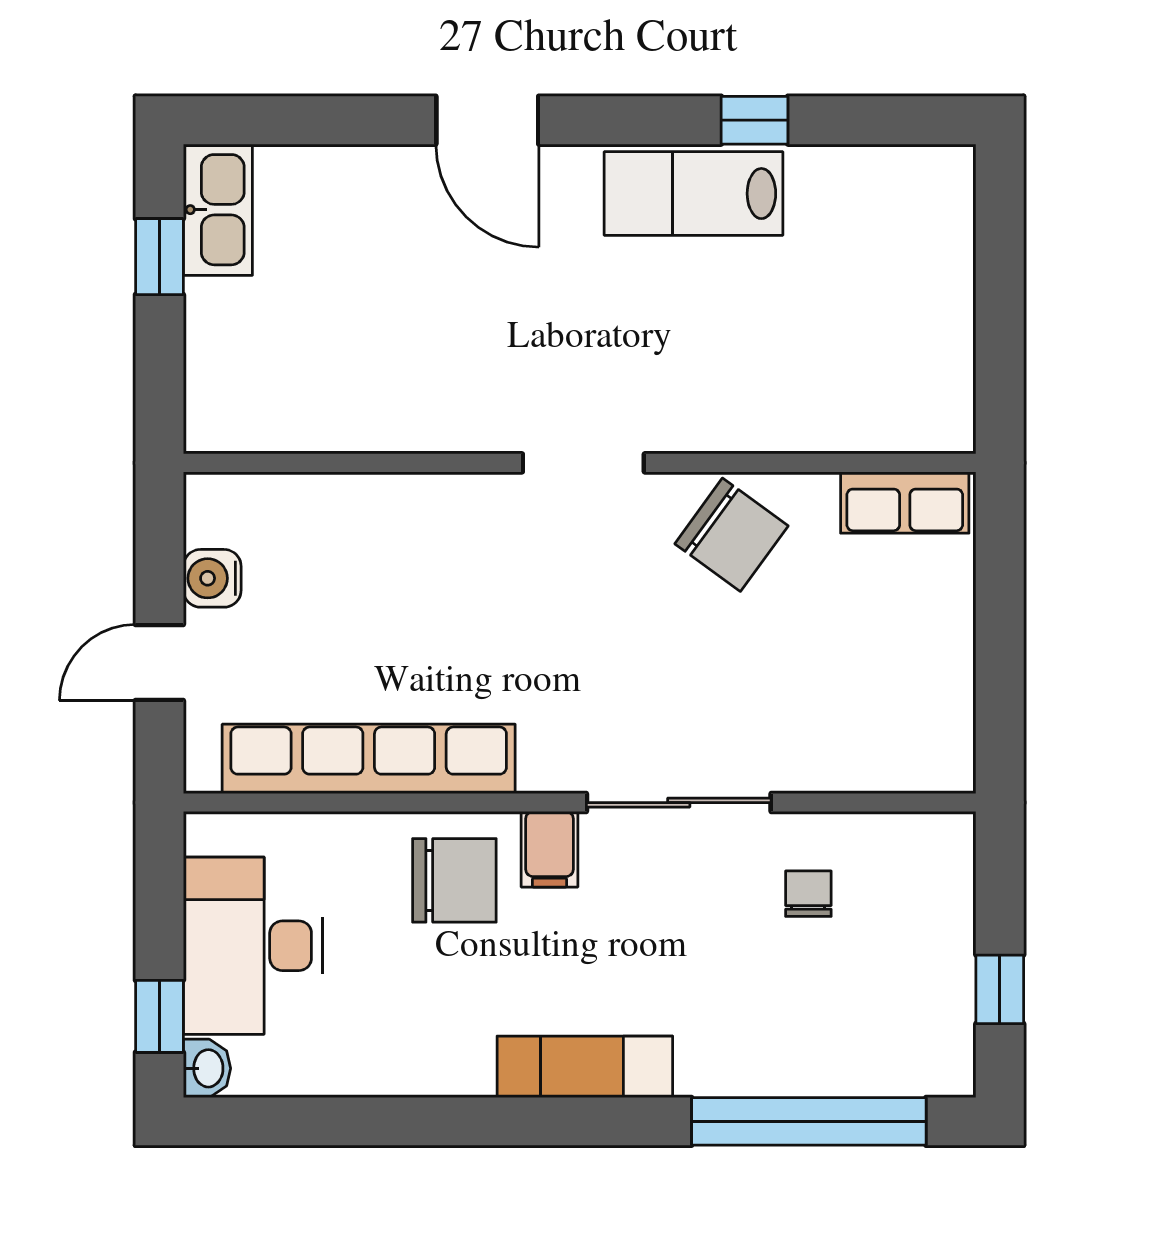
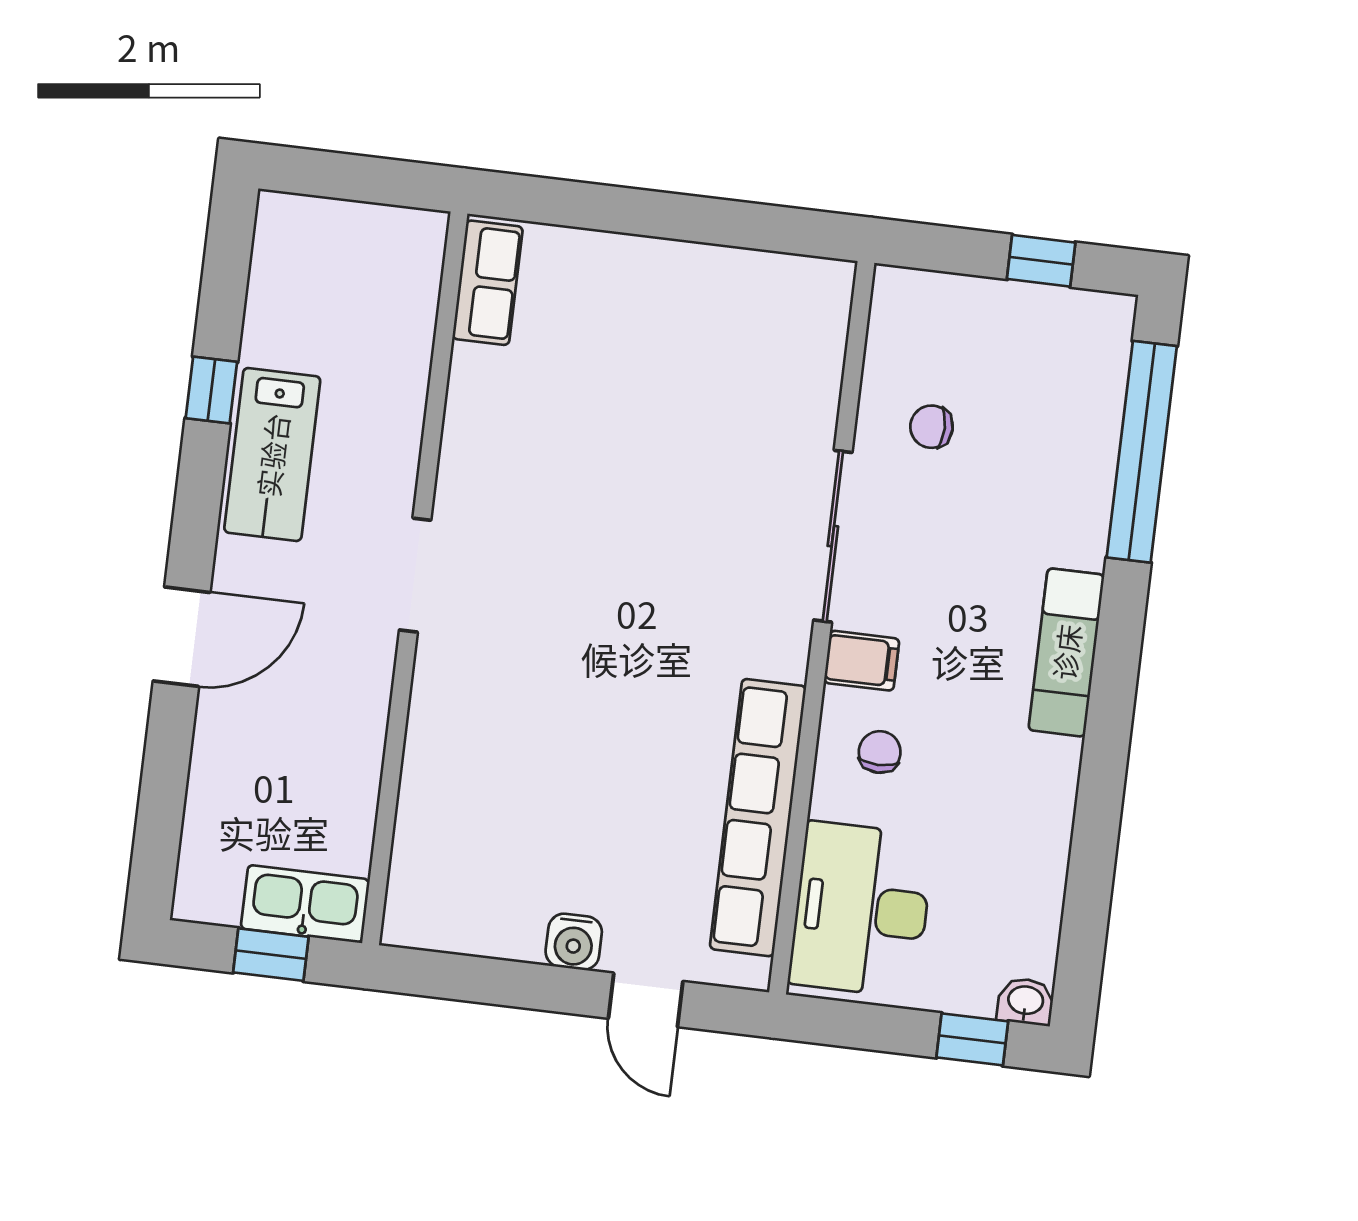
kitchen sink: (218, 210) -> (305, 904), moved
wall: (580, 463) -> (415, 578), moved
doorway: (583, 463) -> (415, 575), moved
row of seats: (905, 503) -> (488, 283), moved
chair: (731, 535) -> (592, 458), removed
chair: (454, 880) -> (880, 752), width x0.54, depth x0.54
desk: (253, 946) -> (861, 909), moved, turned 90

